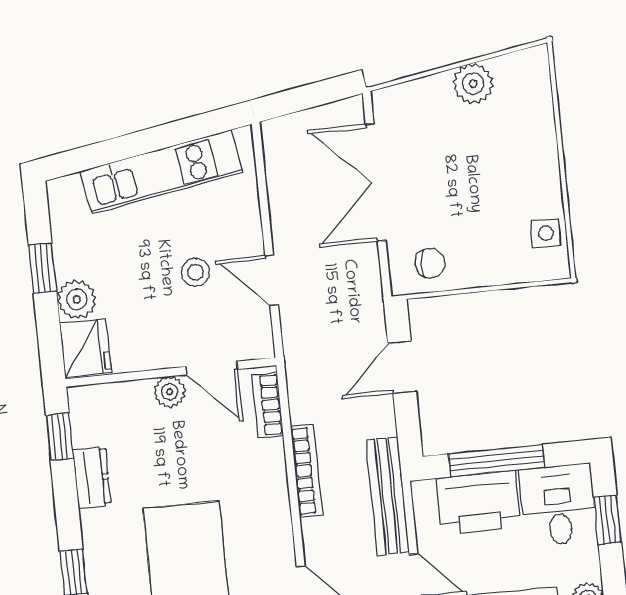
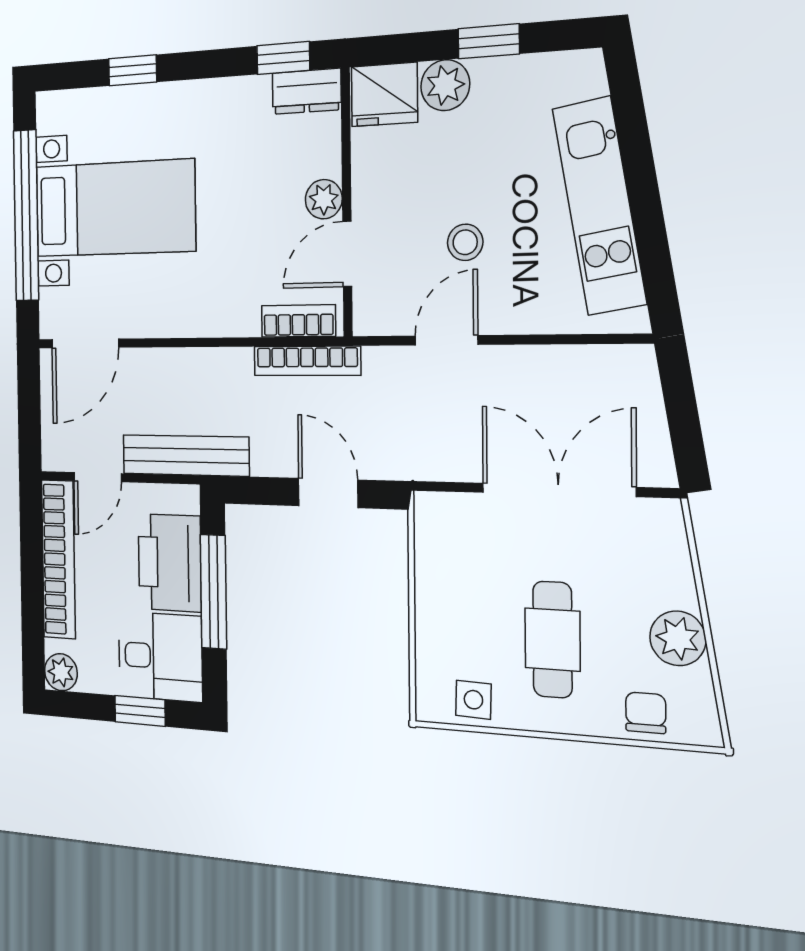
cafe table: (489, 176) -> (552, 640), added
chair: (430, 263) -> (646, 713), moved, turned 180
bookcase: (307, 471) -> (307, 361), moved
dresser: (92, 477) -> (307, 91), moved

